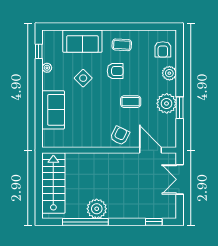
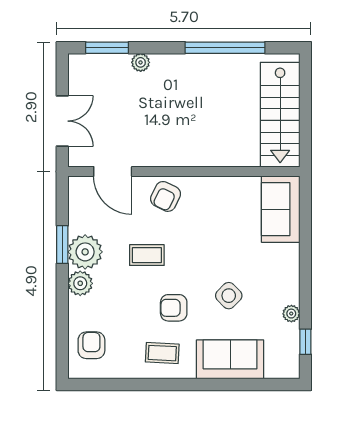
plant: (169, 73) -> (80, 283), moved
sofa: (53, 110) -> (281, 209), moved
plant: (97, 209) -> (141, 62), moved, width x0.53, depth x0.53
window: (154, 222) -> (107, 48), width x1.50

